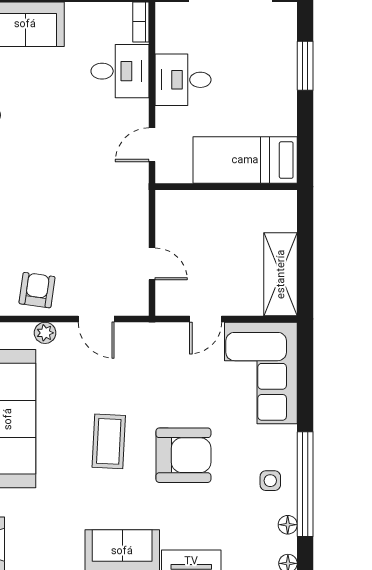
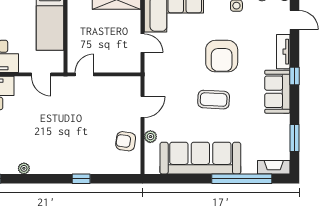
door: (152, 264) -> (84, 74), moved
armchair: (183, 455) -> (222, 56), turned 180

